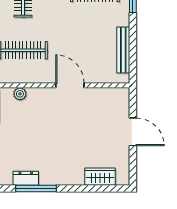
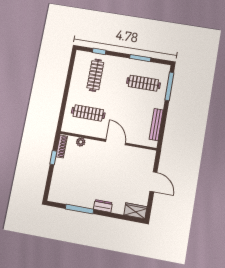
wardrobe: (100, 177) -> (135, 211), moved
dresser: (26, 178) -> (103, 206), moved

